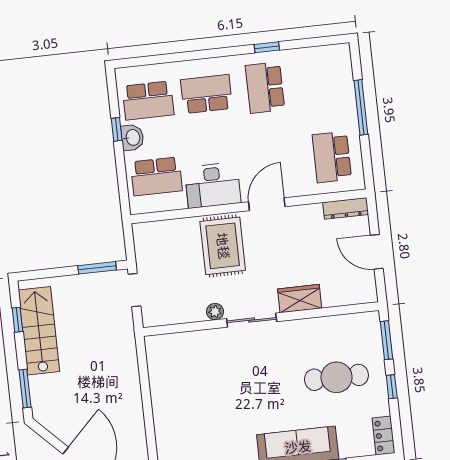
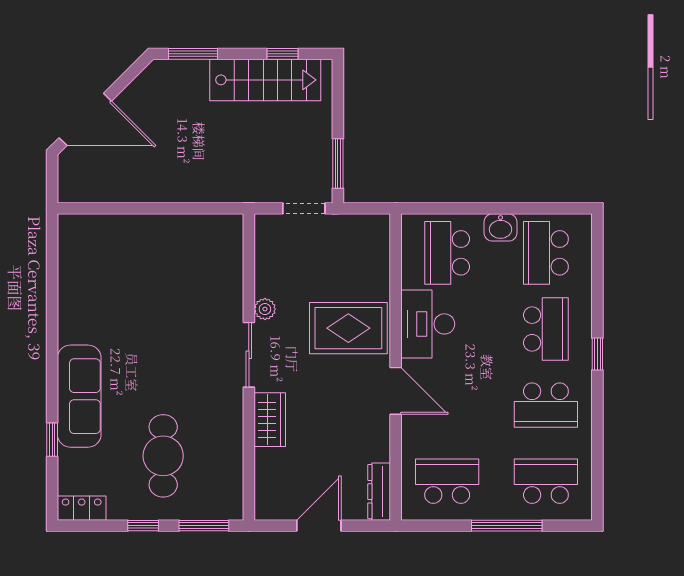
window: (267, 47) -> (597, 354), moved
school desk: (323, 81) -> (546, 481), added
school desk: (265, 88) -> (546, 405), turned 180
window: (117, 129) -> (513, 208), removed

